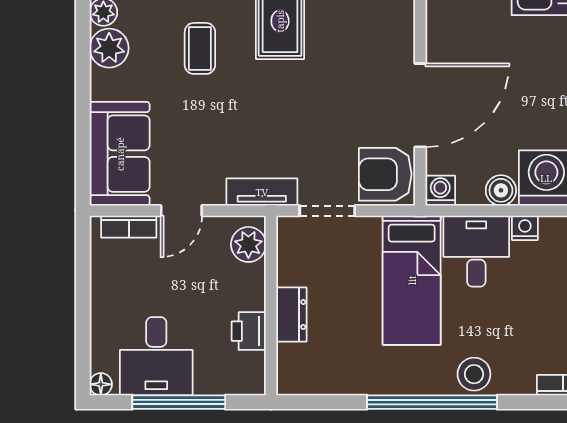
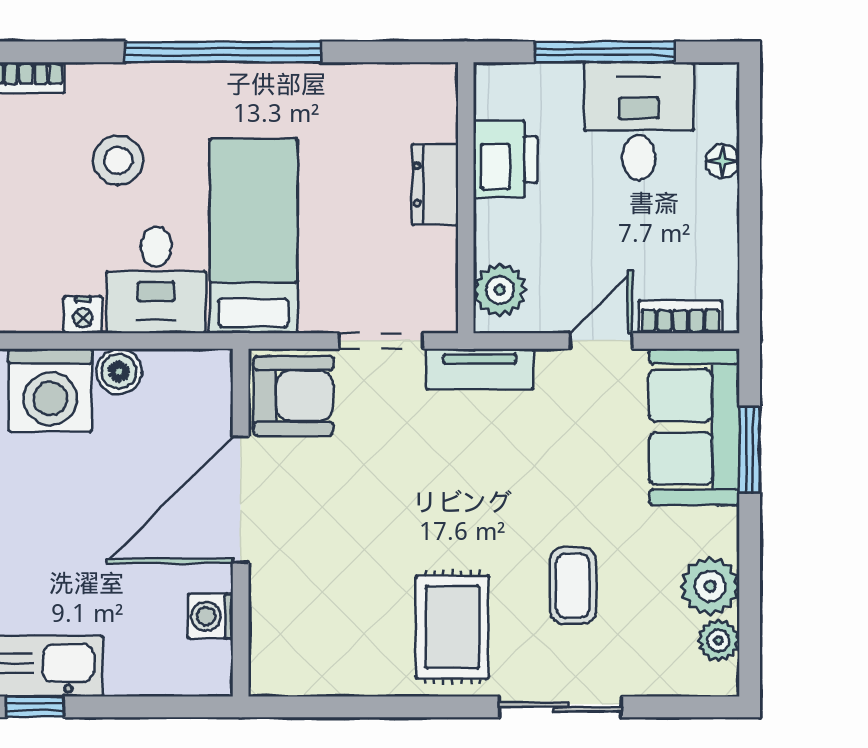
window: (83, 138) -> (750, 450), added
washing machine: (440, 191) -> (210, 616), moved, turned 90
printer: (249, 331) -> (505, 159), width x1.36, depth x1.24
stool: (474, 374) -> (118, 160), moved
floor lamp: (101, 384) -> (723, 161), moved

